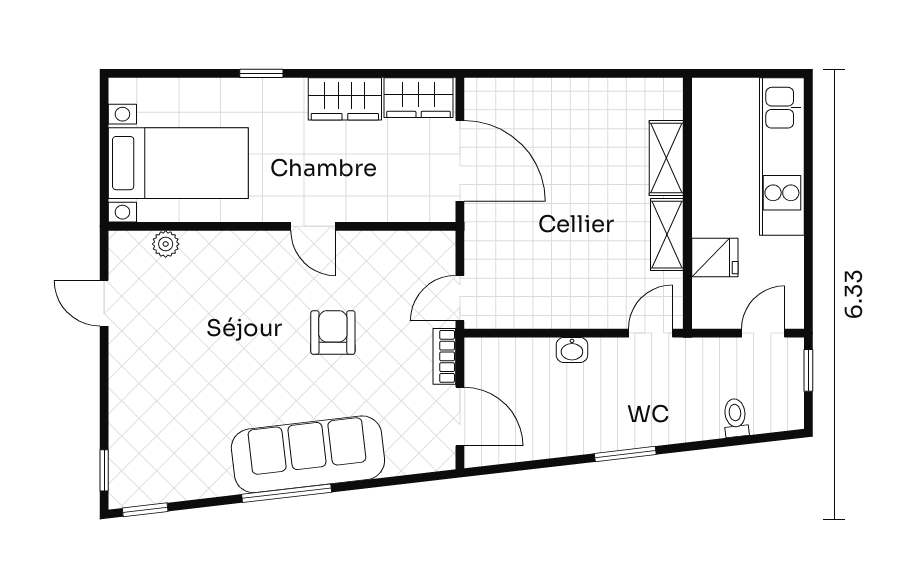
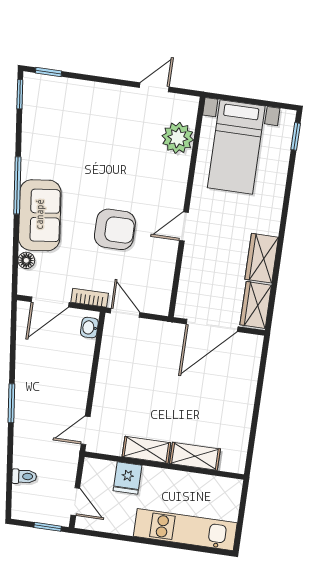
window: (261, 73) -> (296, 136), moved
plant: (166, 244) -> (178, 138), width x1.88, depth x1.88
armchair: (333, 332) -> (115, 229), width x1.38, depth x1.38
door: (651, 333) -> (86, 430), swing flipped
washbasin: (572, 350) -> (89, 328), moved
sofa: (308, 454) -> (40, 215), width x0.73
floor lamp: (401, 463) -> (26, 260), added

